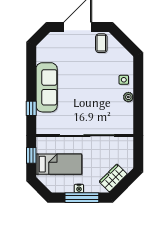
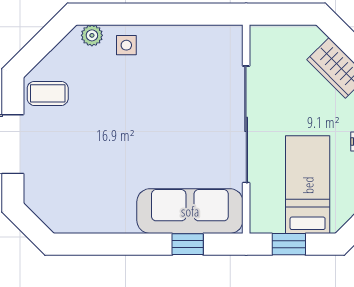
sofa: (47, 87) -> (190, 211), moved
plant: (128, 97) -> (92, 35), moved

